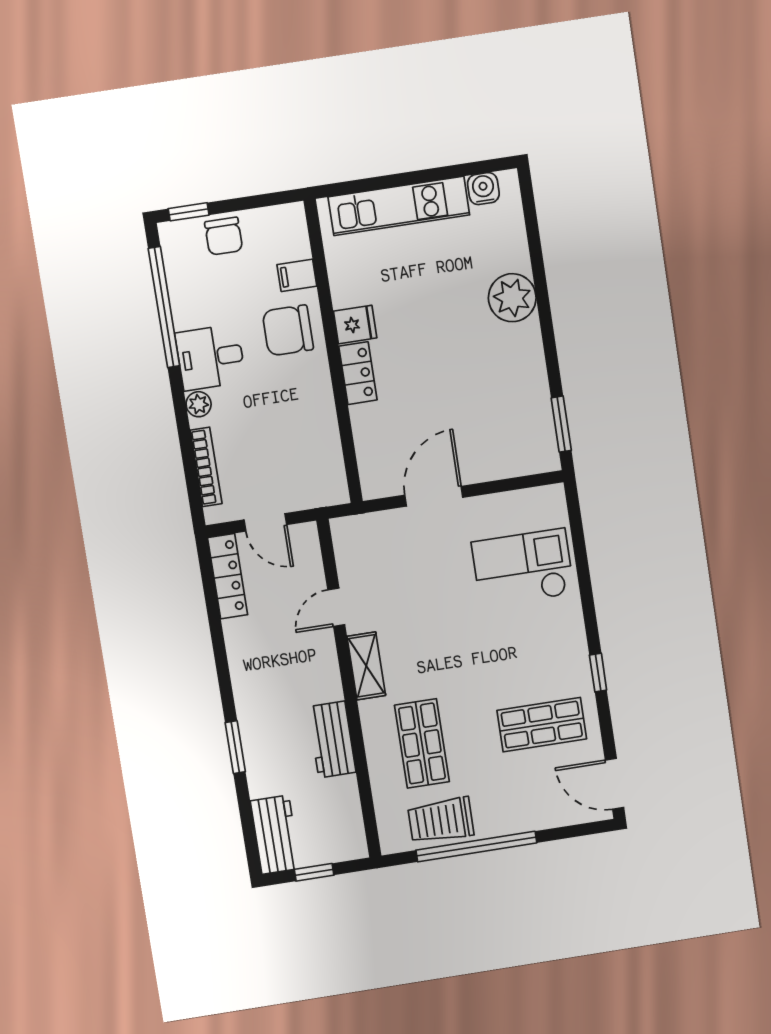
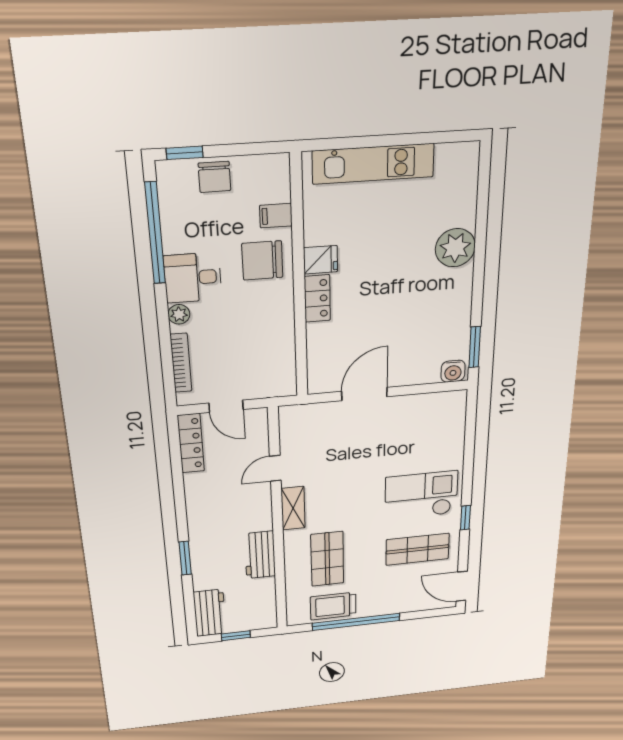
water cooler: (483, 189) -> (453, 371), moved, turned 180
checkout: (523, 568) -> (421, 495), moved

